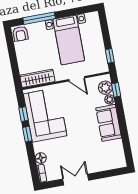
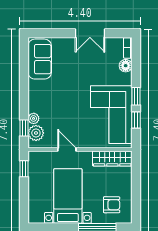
armchair: (20, 34) -> (112, 205), moved, turned 90
sofa: (109, 123) -> (40, 59), moved

